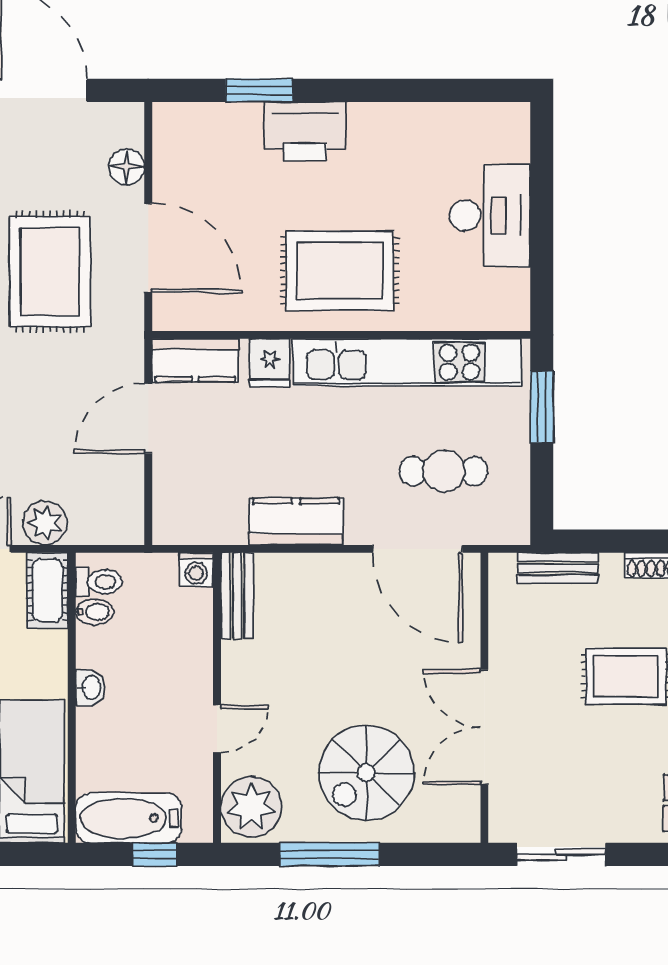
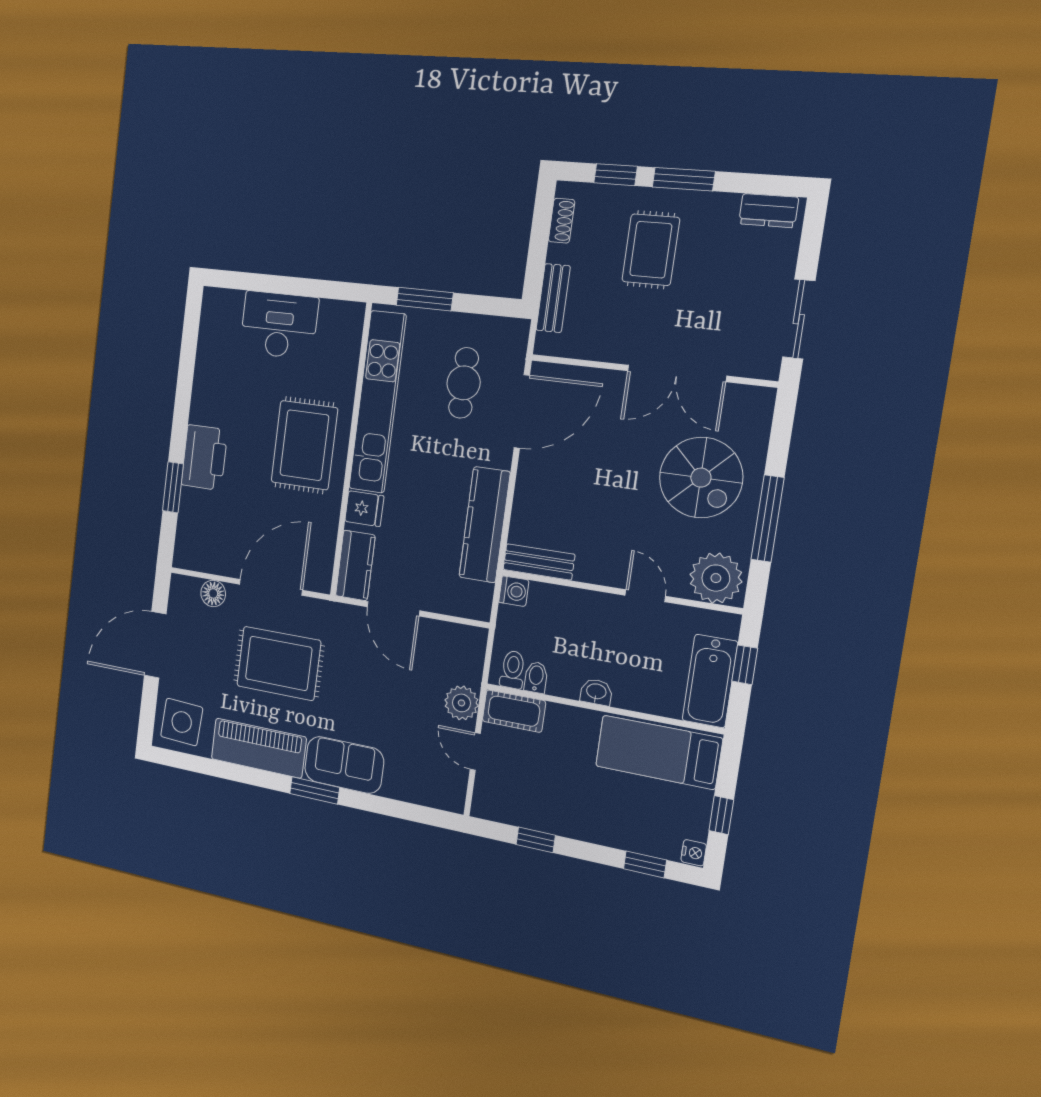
kitchen counter: (296, 522) -> (485, 525), width x1.50

